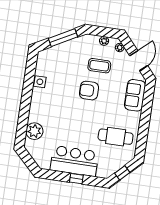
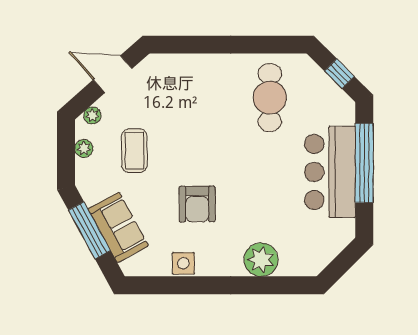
armchair: (89, 91) -> (197, 204), moved
sofa: (135, 95) -> (118, 227), moved, turned -119
plant: (34, 131) -> (261, 260), moved
window: (76, 179) -> (364, 163), width x3.17

